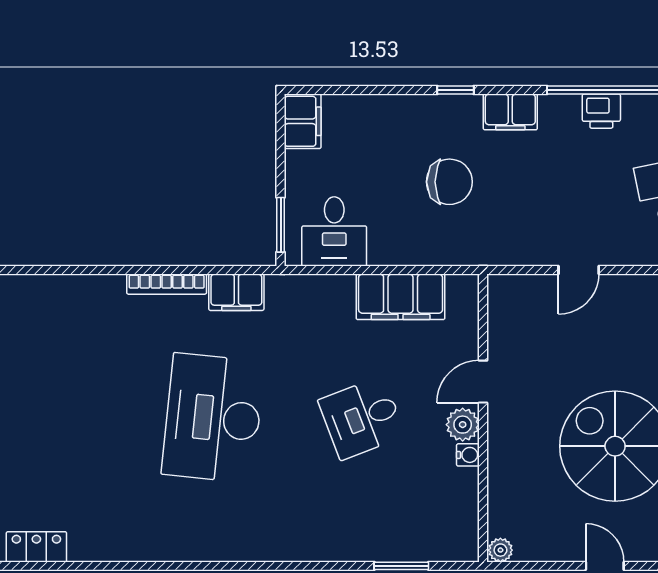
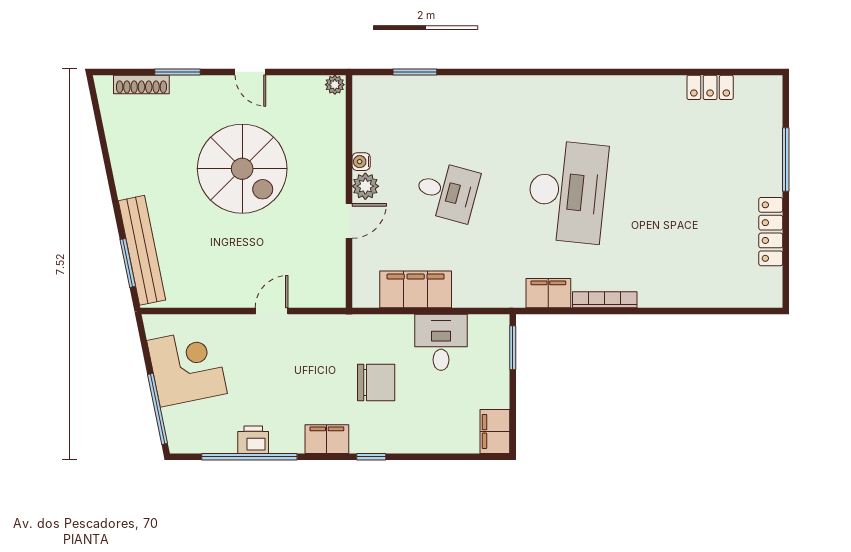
chair: (449, 182) -> (376, 383), turned 180
desk: (334, 231) -> (441, 342), moved
desk: (362, 418) -> (447, 192), turned 36

